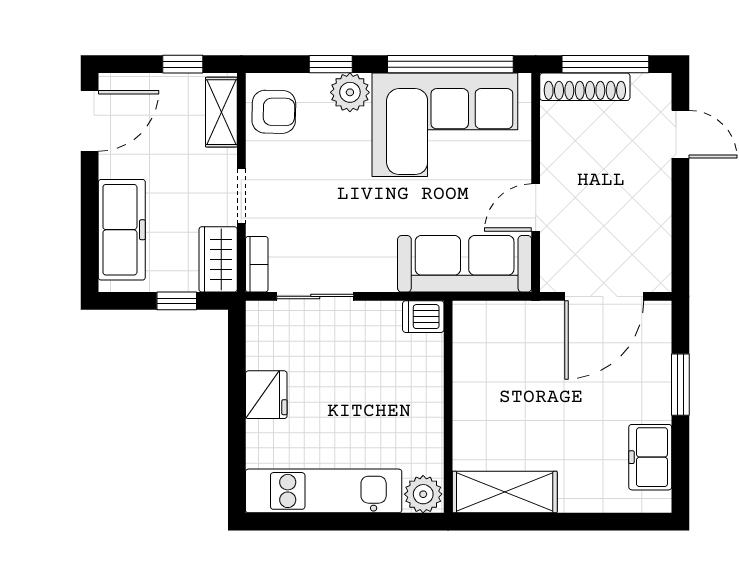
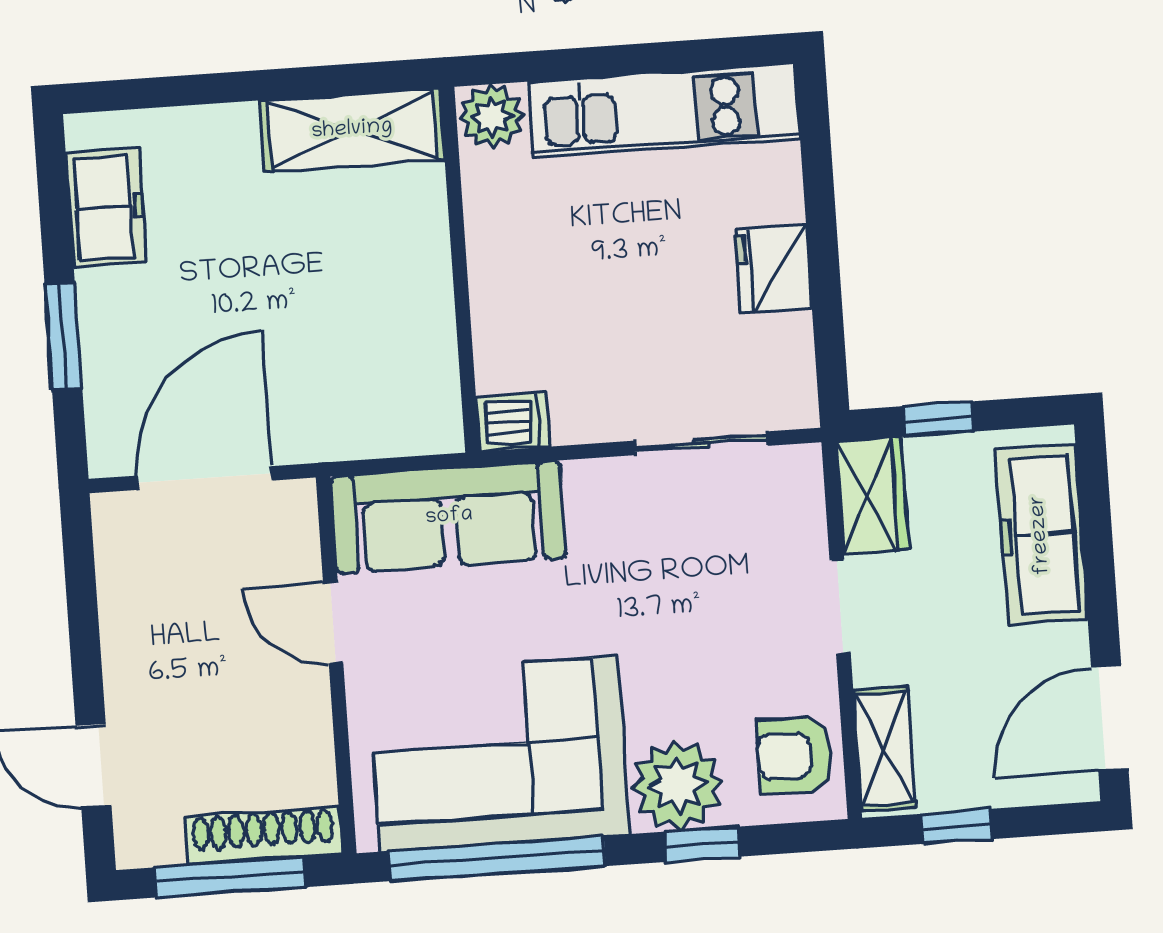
plant: (350, 92) -> (677, 785), width x1.36, depth x1.36
door: (536, 208) -> (333, 622), swing flipped
bookcase: (257, 264) -> (805, 492), removed

